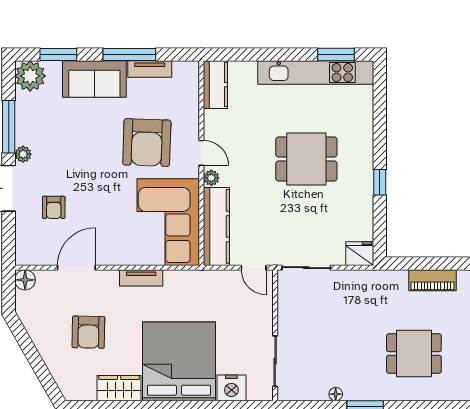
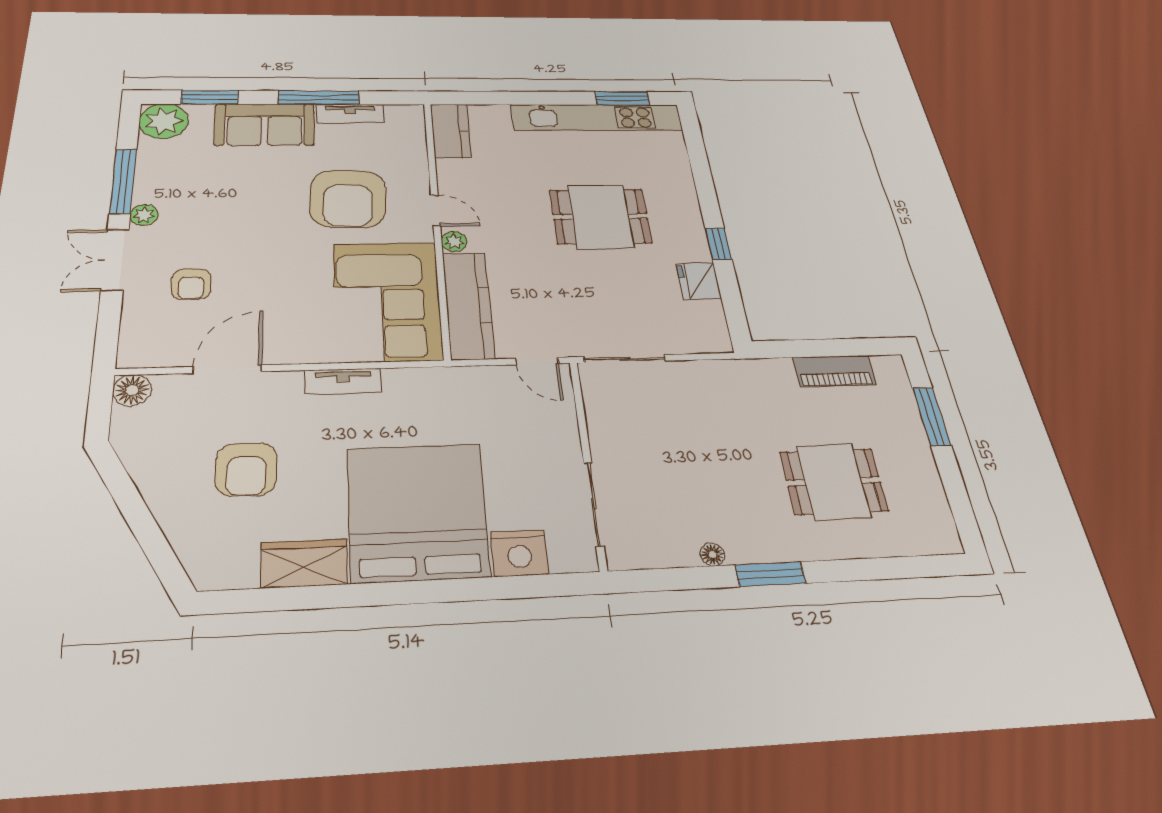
fridge: (360, 254) -> (699, 281), moved, turned -90

